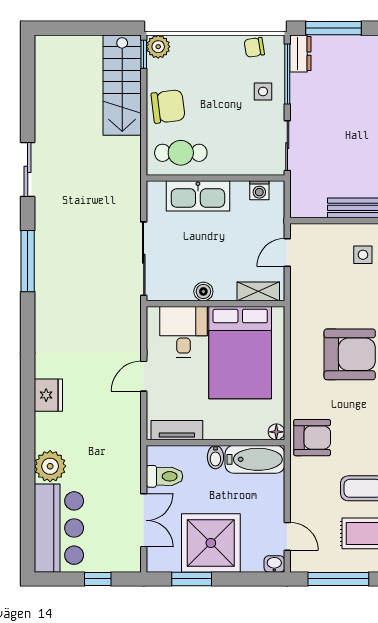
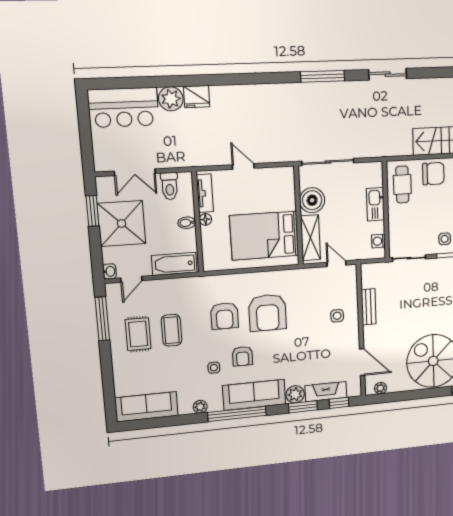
chair: (168, 107) -> (433, 174), turned -83
kitchen sink: (198, 196) -> (375, 204), width x0.73, depth x0.81
boiler: (203, 291) -> (312, 200), width x1.86, depth x1.86
shelving: (258, 291) -> (310, 238), width x1.50, depth x1.33
desk: (183, 332) -> (277, 194), removed
fridge: (48, 395) -> (197, 97), moved
floor lamp: (276, 432) -> (205, 219), moved
armchair: (312, 438) -> (224, 316), moved
bathtub: (255, 459) -> (174, 264), moved, turned 90
window: (98, 579) -> (86, 139), removed

